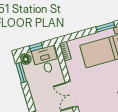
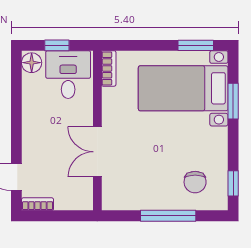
window: (21, 72) -> (16, 85), removed

